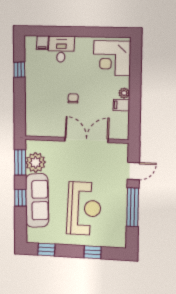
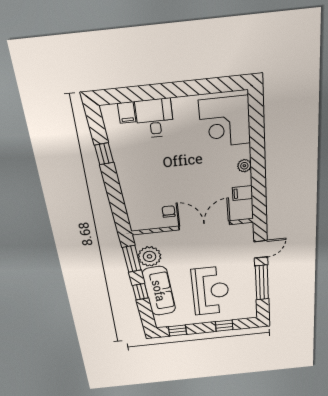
chair: (73, 98) -> (169, 212), moved
filing cabinet: (121, 105) -> (243, 193), moved

